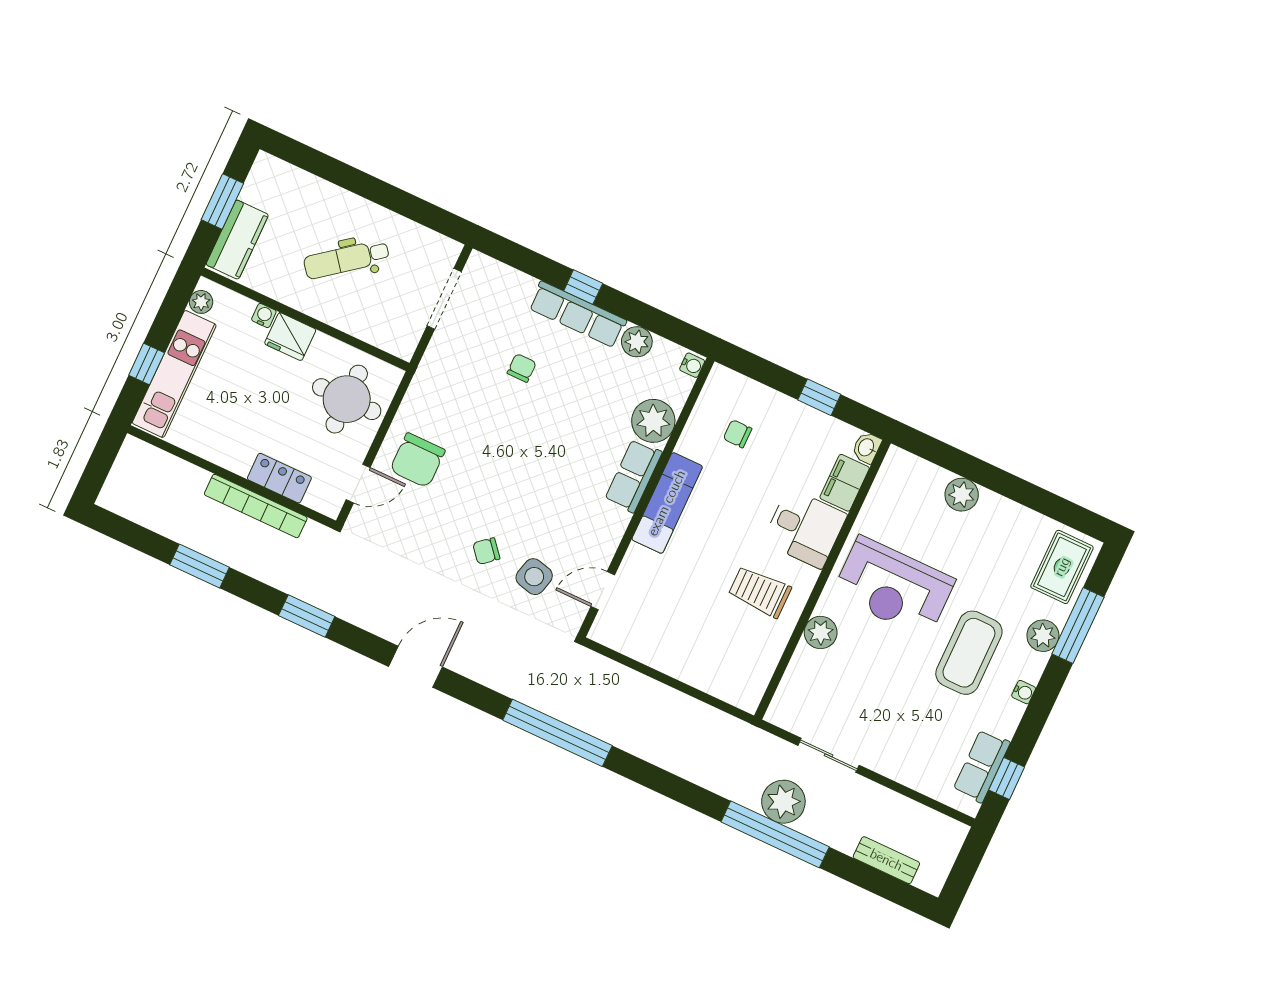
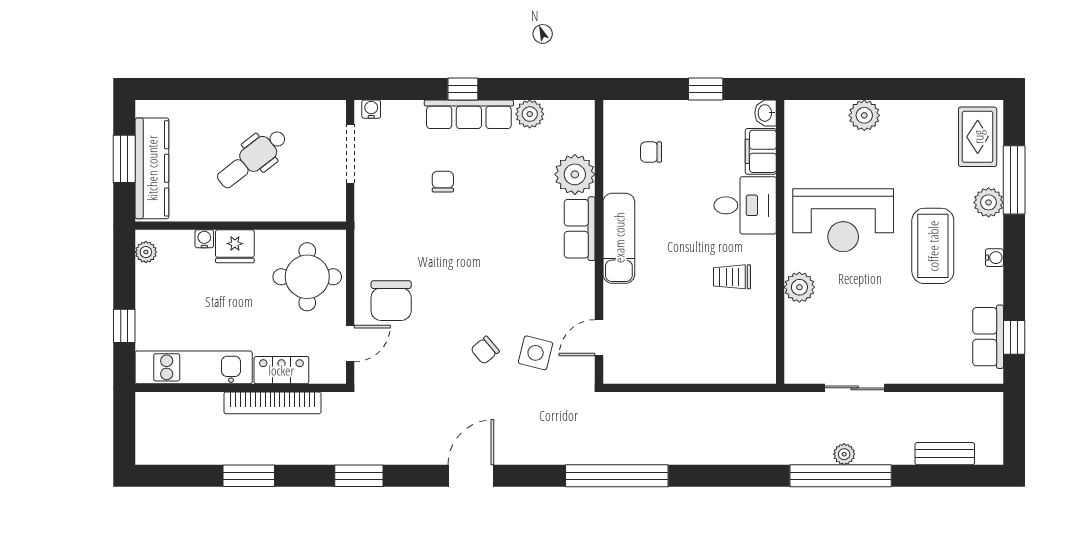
kitchen counter: (237, 240) -> (152, 168), width x1.50
water cooler: (692, 365) -> (371, 109), moved, turned -90
kitchen unit: (174, 374) -> (194, 367), moved, turned -90
trolley: (760, 592) -> (732, 277), width x0.73, depth x0.72
plant: (783, 802) -> (844, 454), width x0.53, depth x0.53

